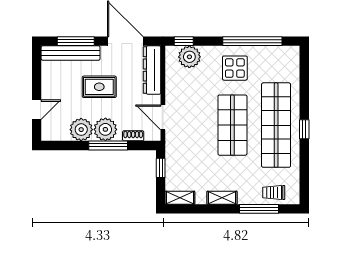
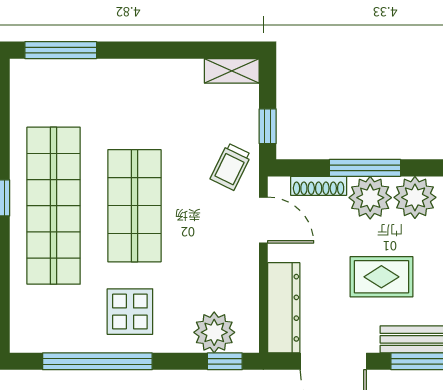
shoe rack: (133, 136) -> (319, 186), width x1.43
trolley: (274, 193) -> (231, 167), moved, turned 116
shelving: (222, 198) -> (154, 71), removed
window: (259, 209) -> (61, 50), moved

